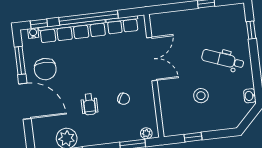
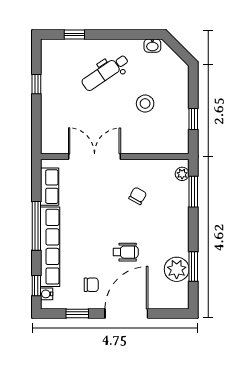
window: (89, 18) -> (36, 226), width x0.68
dental chair: (223, 59) -> (105, 72), turned 35
window: (20, 60) -> (77, 313), width x0.67
chair: (45, 69) -> (91, 285), width x0.54, depth x0.54
wheelchair: (89, 104) -> (126, 252), moved

